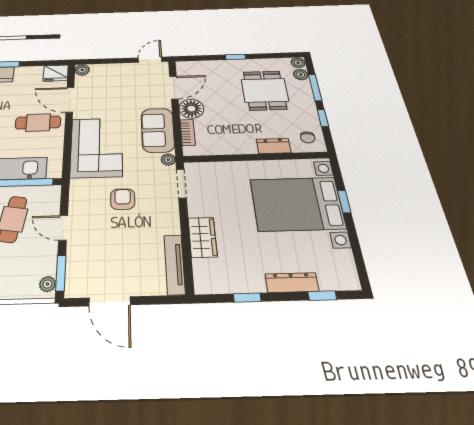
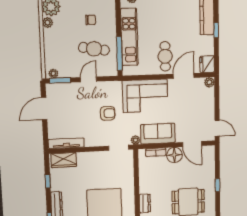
wardrobe: (202, 237) -> (64, 160), moved

